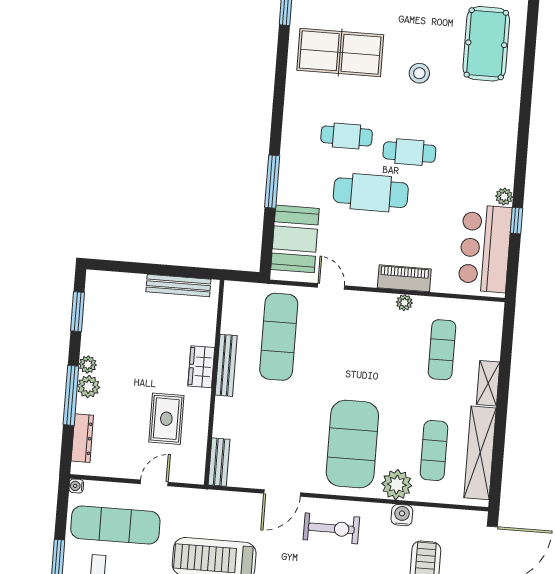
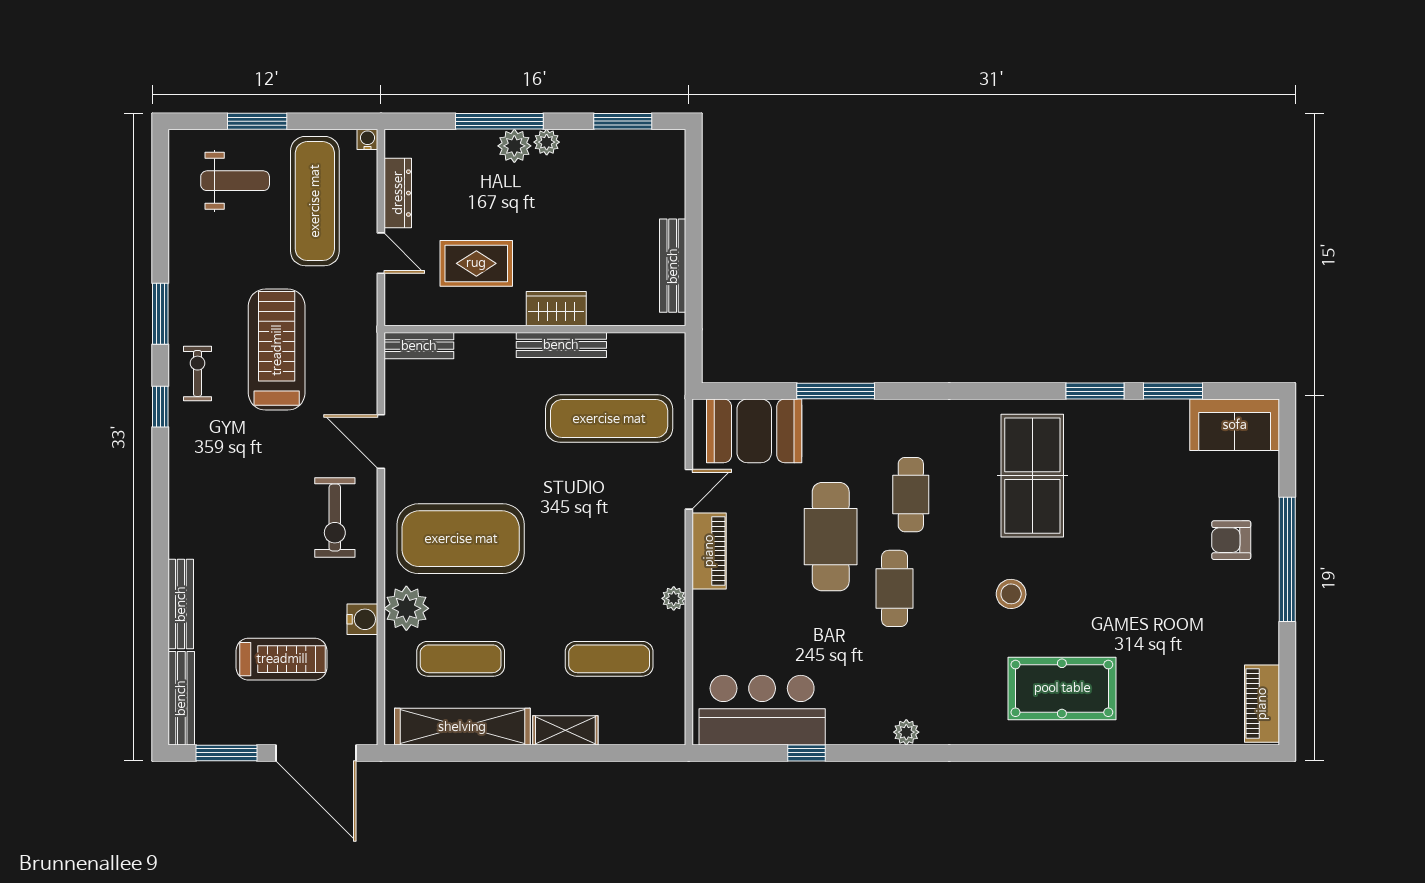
plant: (504, 197) -> (906, 732), moved
piano: (404, 278) -> (709, 551), moved
dresser: (82, 438) -> (398, 193), moved, turned -90

